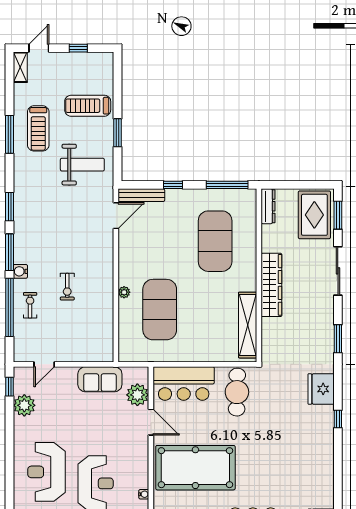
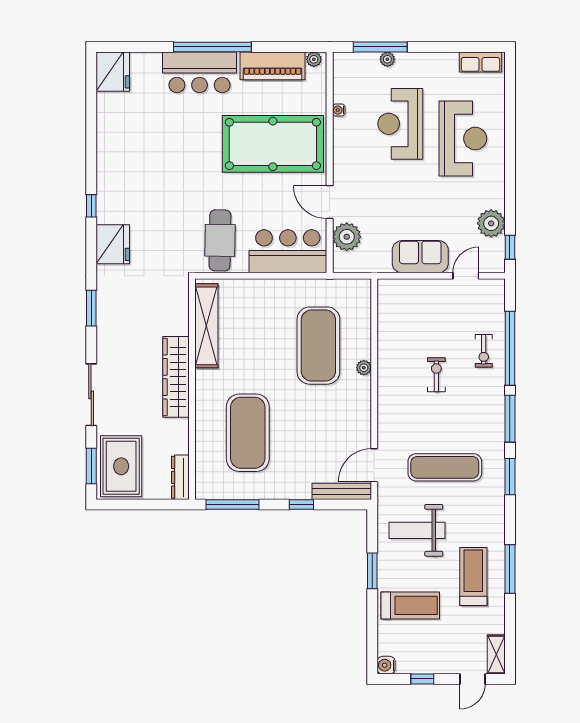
exercise mat: (61, 214) -> (445, 467), added
water cooler: (20, 271) -> (386, 665), moved, turned 180
sofa: (100, 379) -> (420, 257), moved

